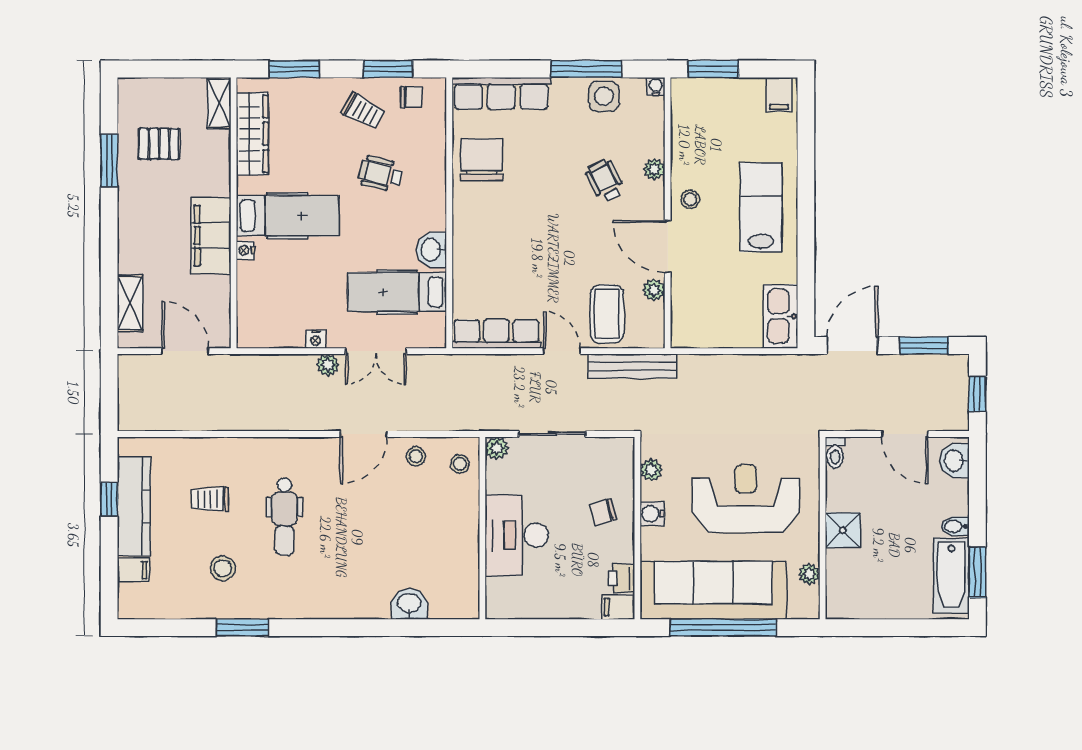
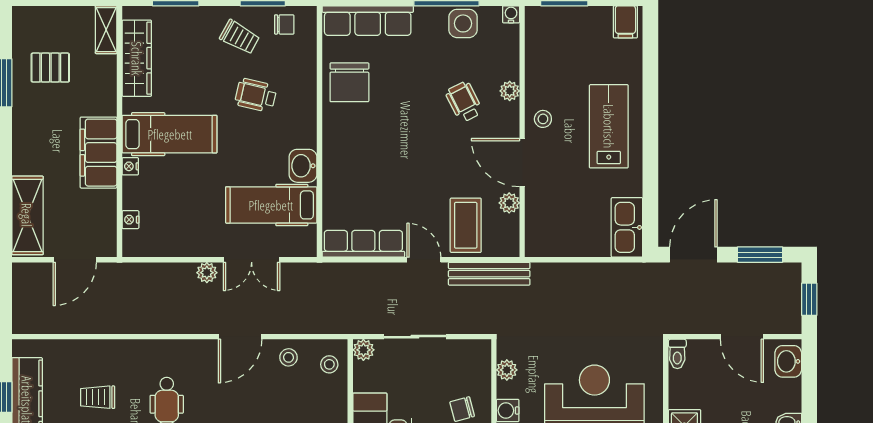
chair: (482, 160) -> (349, 82), turned 180
shelving: (130, 303) -> (27, 215), width x1.50, depth x1.33
nightstand: (316, 339) -> (130, 220), moved, turned 90
door: (185, 351) -> (75, 260), swing flipped

